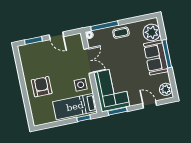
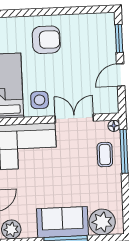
coffee table: (121, 33) -> (105, 155), moved
double door: (89, 61) -> (74, 118), swing flipped

